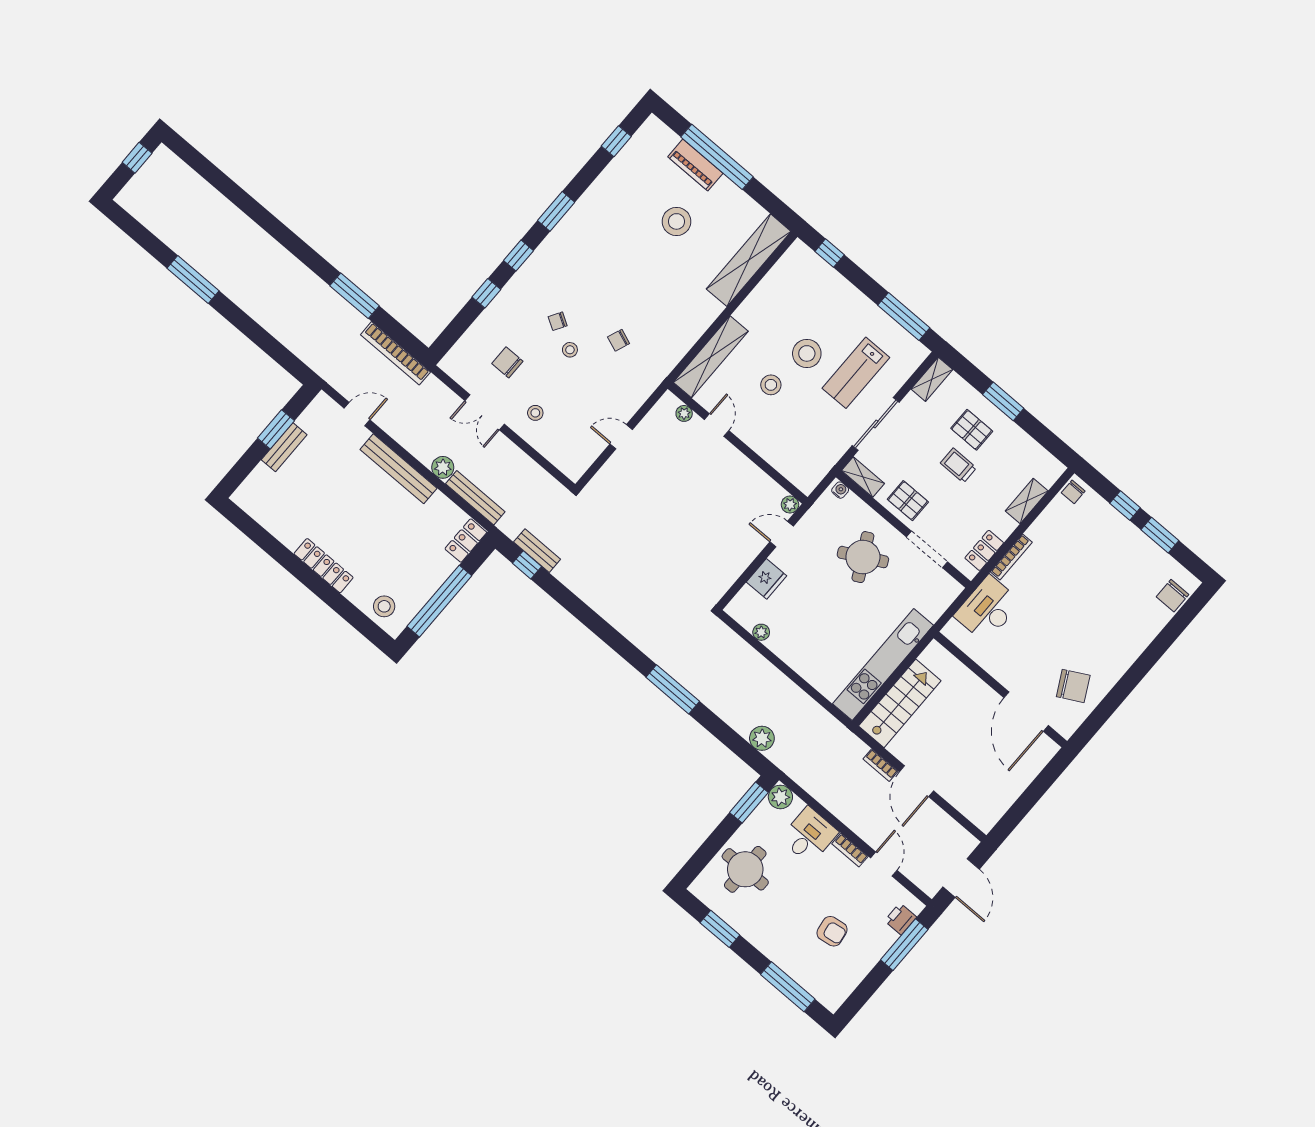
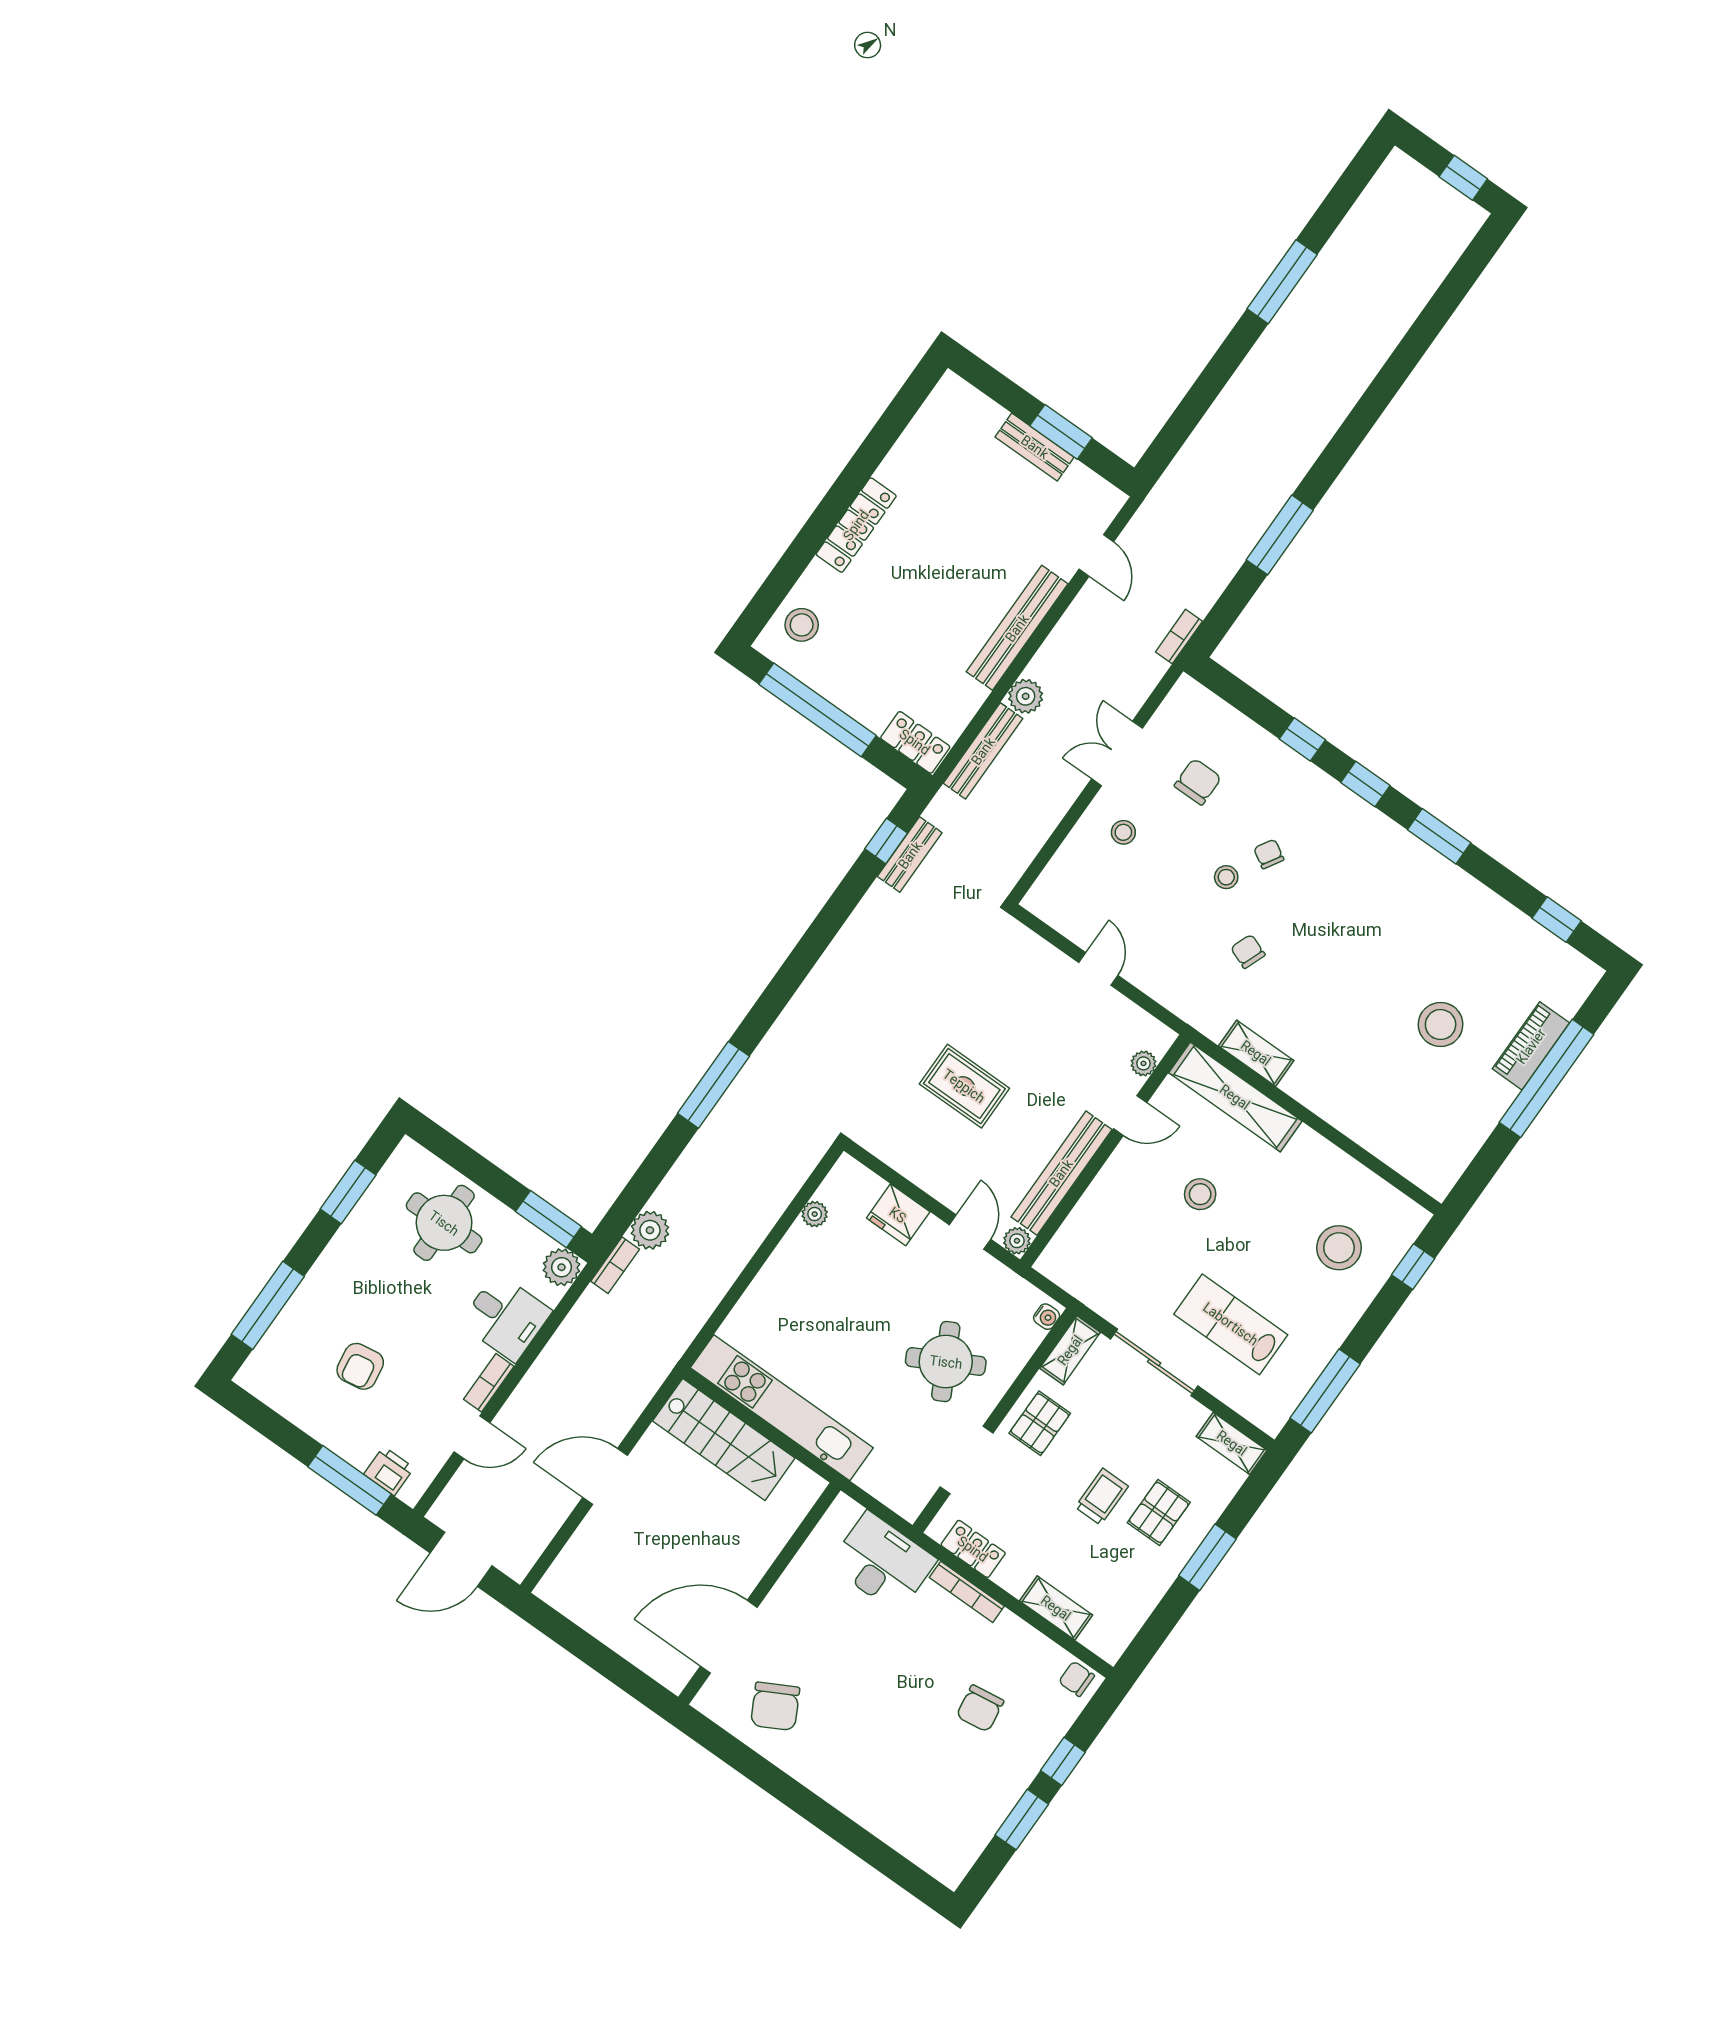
shelving: (749, 260) -> (1256, 1053), moved, width x0.45, depth x0.75
bookcase: (395, 353) -> (1179, 637), width x0.43, depth x0.76
stool: (807, 353) -> (1339, 1248), moved
bench: (749, 472) -> (1061, 1173), added
rug: (688, 529) -> (964, 1086), added
chair: (1172, 596) -> (980, 1708), moved, turned -98
bookcase: (881, 765) -> (615, 1265), moved, turned 180

